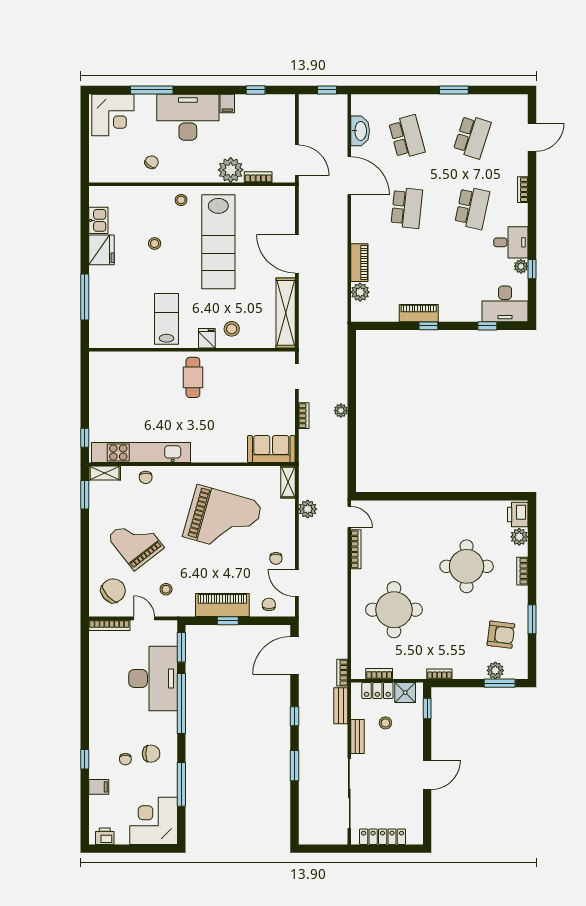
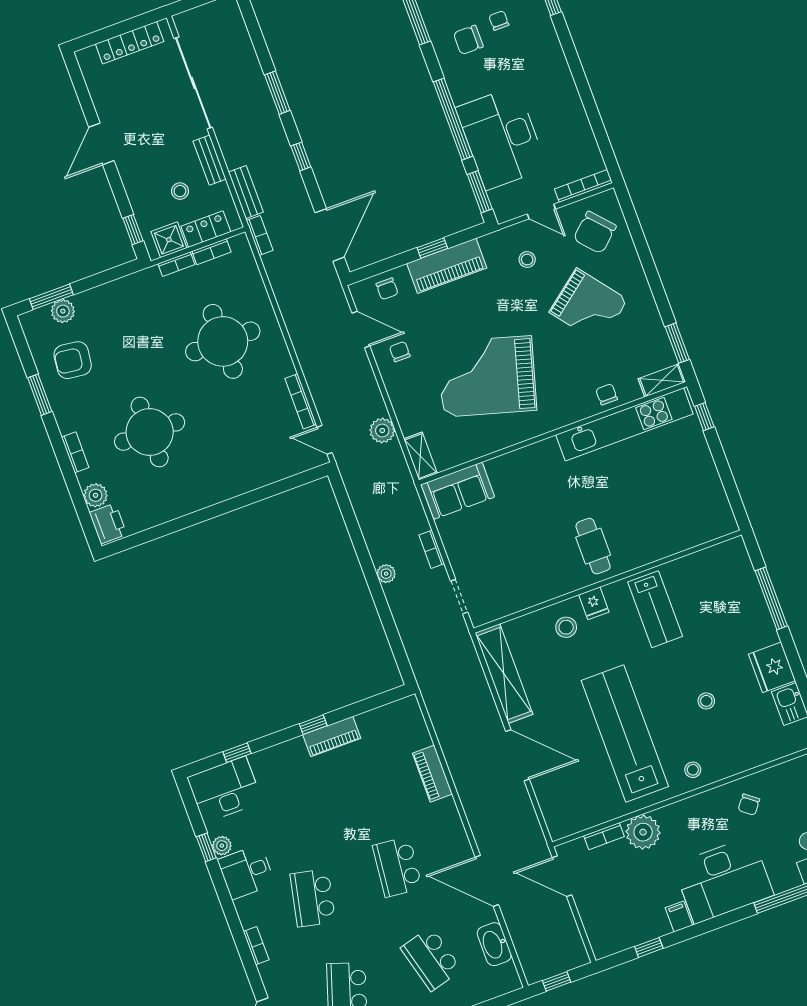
plant: (360, 292) -> (417, 736), removed
bookcase: (439, 674) -> (176, 264), moved

